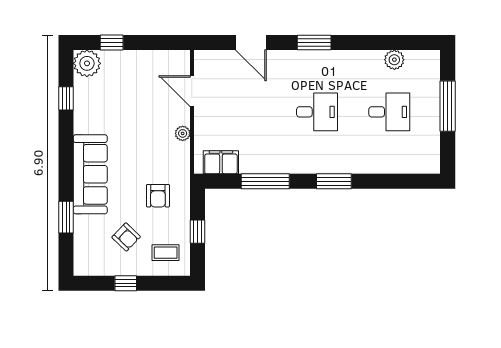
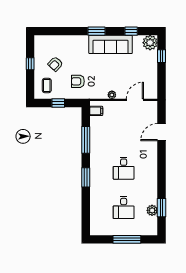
window: (314, 42) -> (162, 208), moved
filing cabinet: (221, 162) -> (96, 111), width x0.50
sofa: (90, 174) -> (111, 44), moved
window: (66, 217) -> (96, 31), moved

